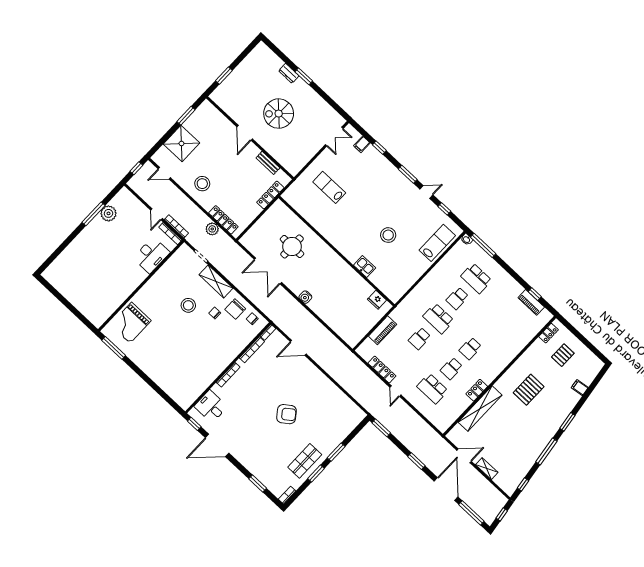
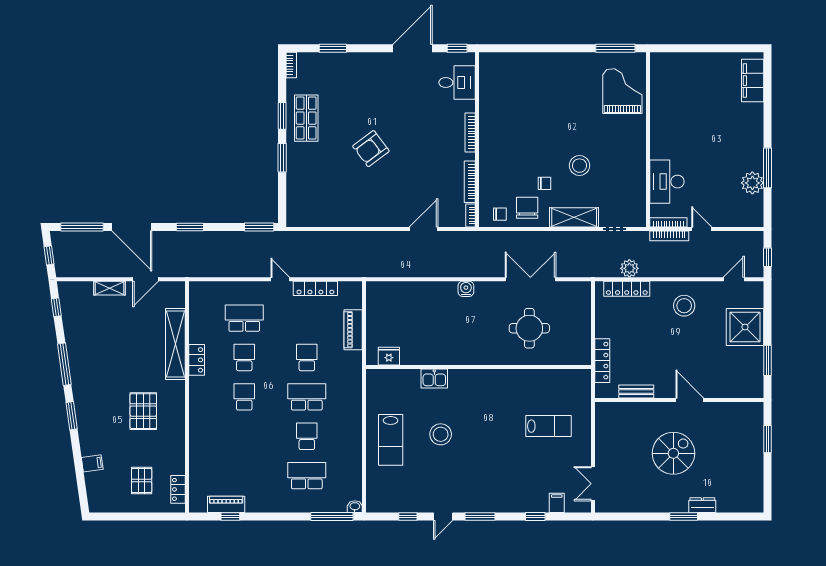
lab bench: (437, 243) -> (391, 440), moved
filing cabinet: (59, 266) -> (753, 81), added

